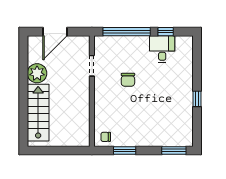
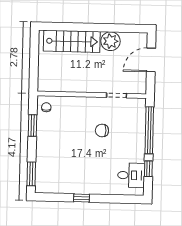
door: (55, 32) -> (151, 60), hinge flipped
desk: (162, 49) -> (131, 175), moved

